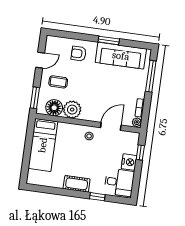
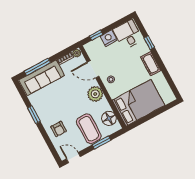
sofa: (121, 56) -> (42, 78), moved, turned 90
door: (40, 60) -> (73, 158), moved
coffee table: (58, 82) -> (89, 129), width x1.86, depth x1.72
window: (35, 98) -> (101, 143), moved
plant: (72, 110) -> (95, 94), moved
bed: (43, 145) -> (138, 103), width x1.50

